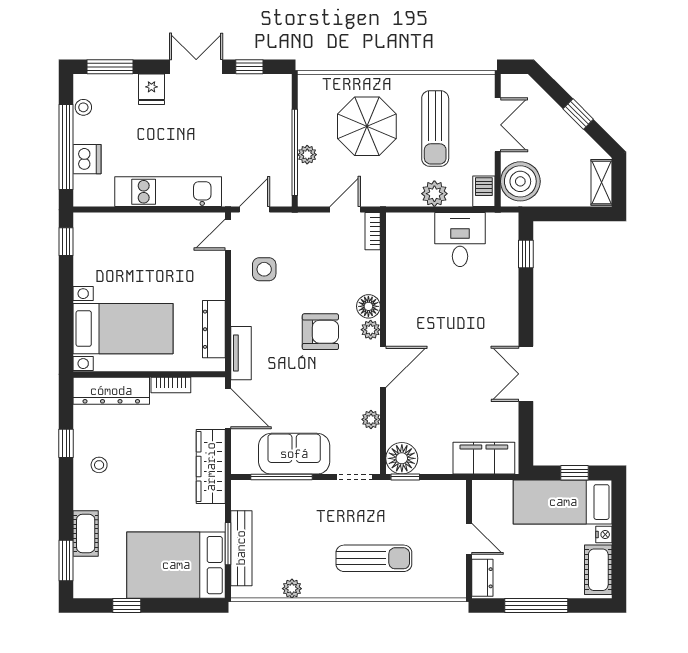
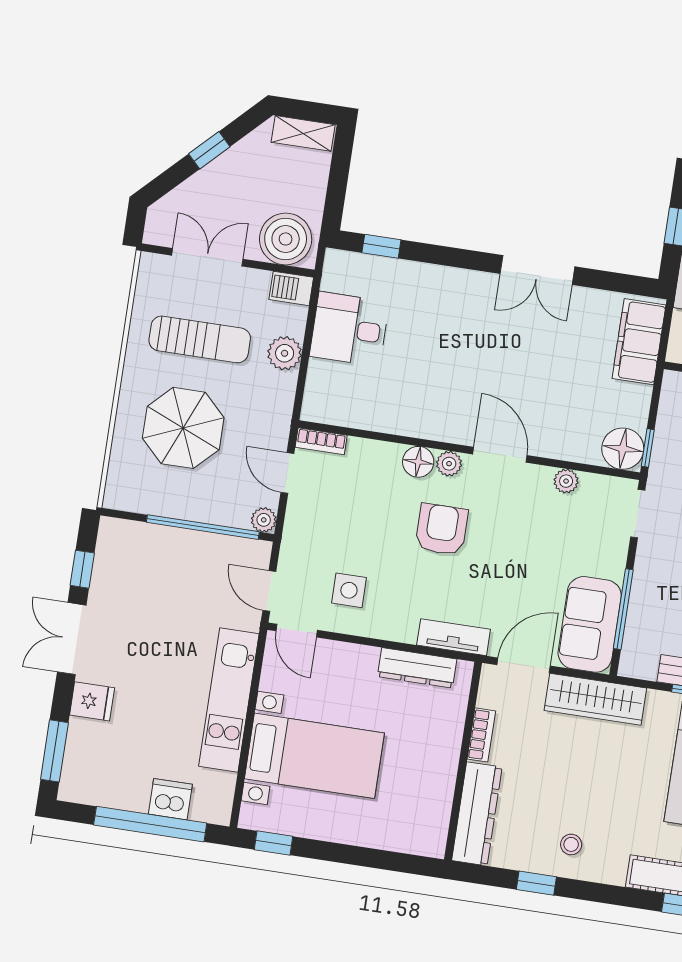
stool: (83, 107) -> (102, 794), removed
plant: (307, 155) -> (264, 520), moved
bed with nightstands: (123, 329) -> (314, 756), moved, turned 90
sofa: (294, 454) -> (590, 624), moved

